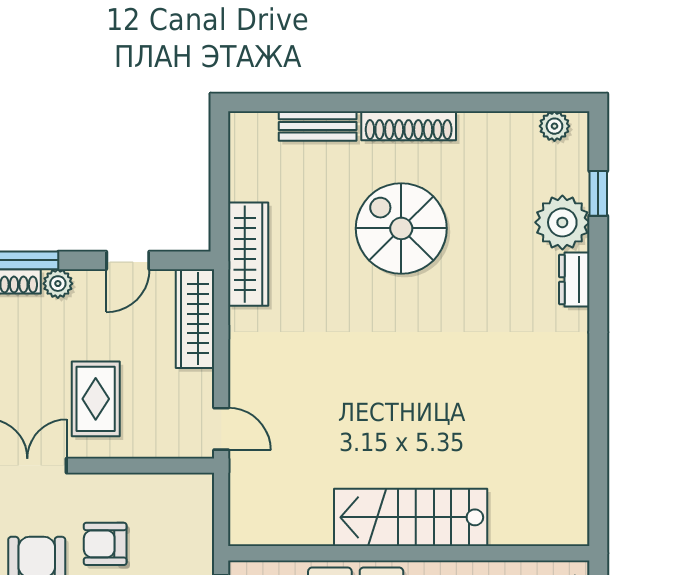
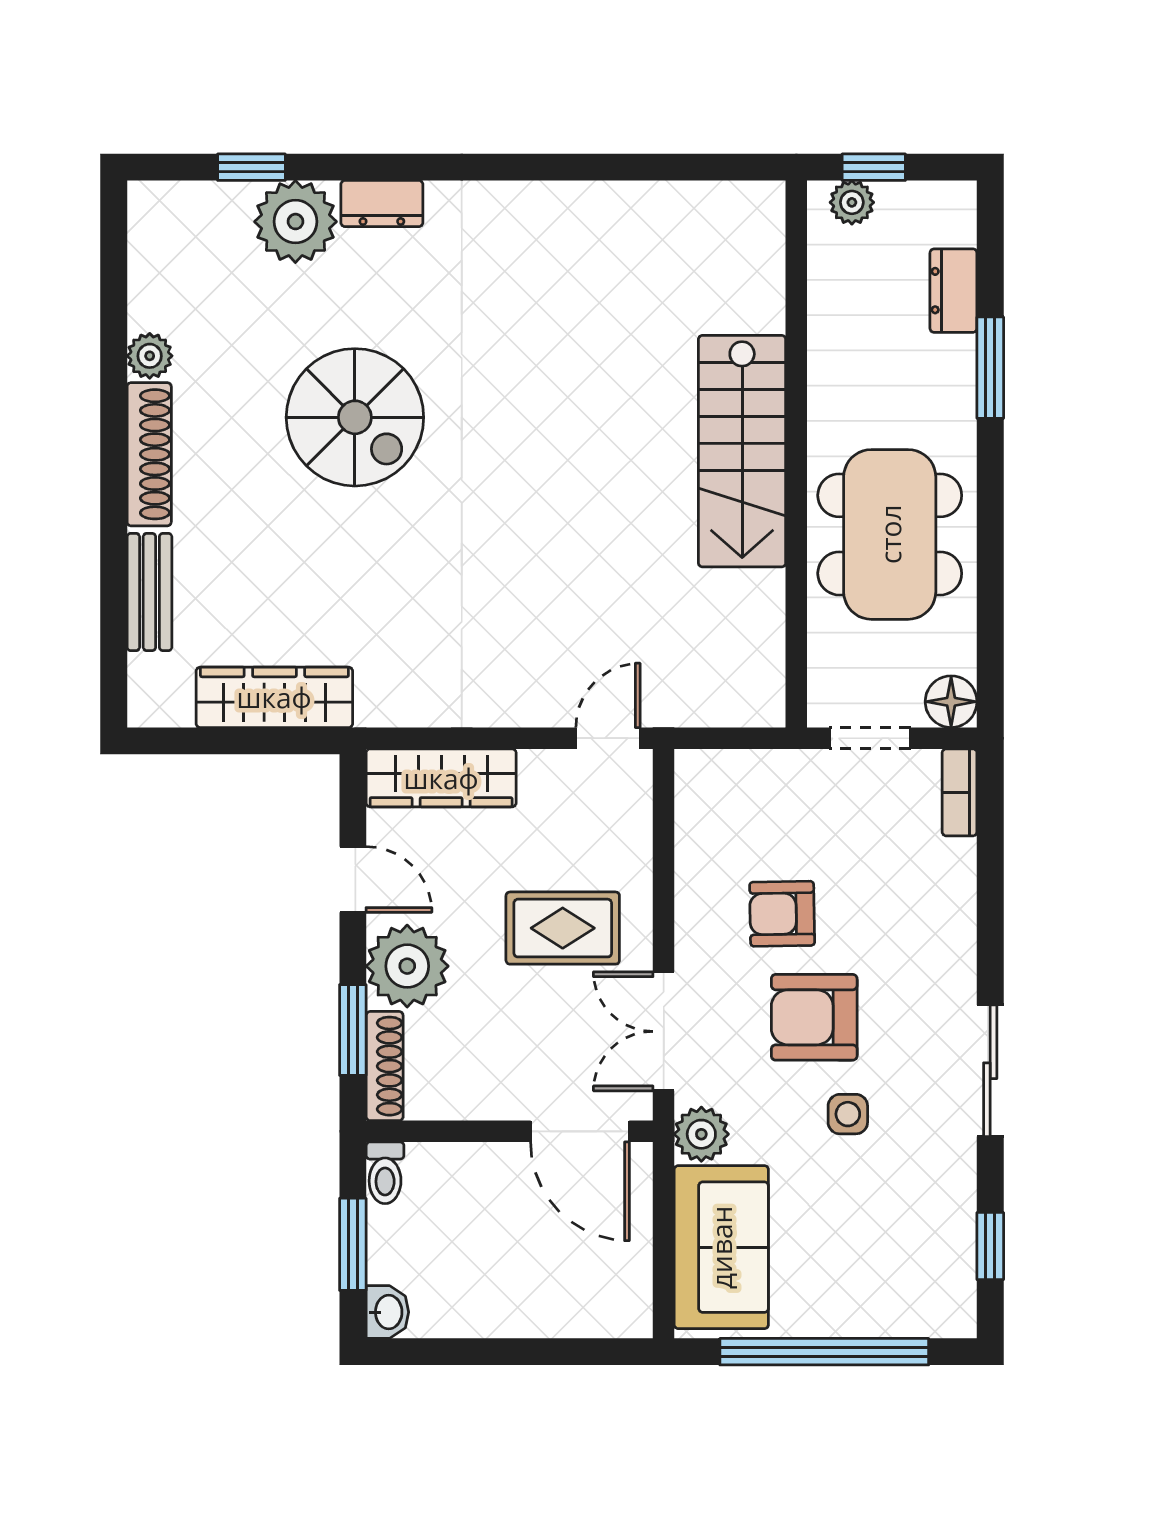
plant: (554, 126) -> (150, 356), moved
spiral stairs: (401, 228) -> (355, 417), moved, turned -90
wardrobe: (248, 254) -> (274, 697), moved
plant: (58, 284) -> (407, 966), width x1.87, depth x1.87
armchair: (105, 544) -> (782, 914), turned 89

